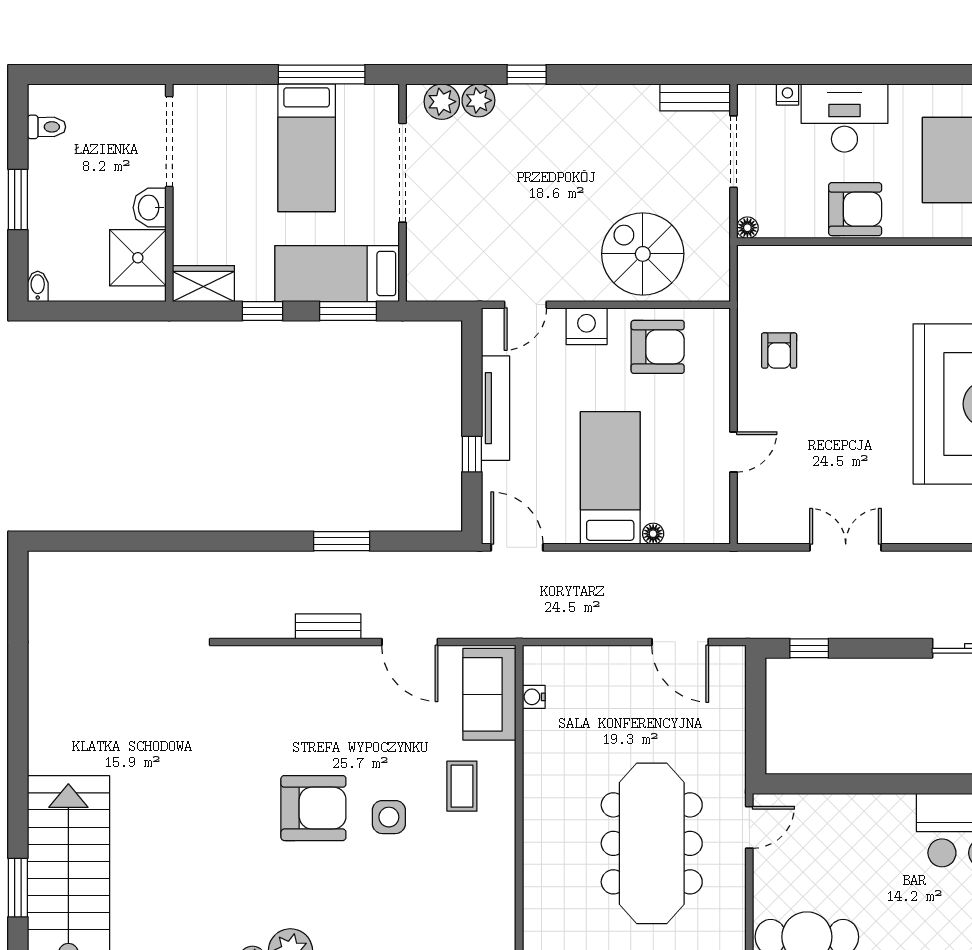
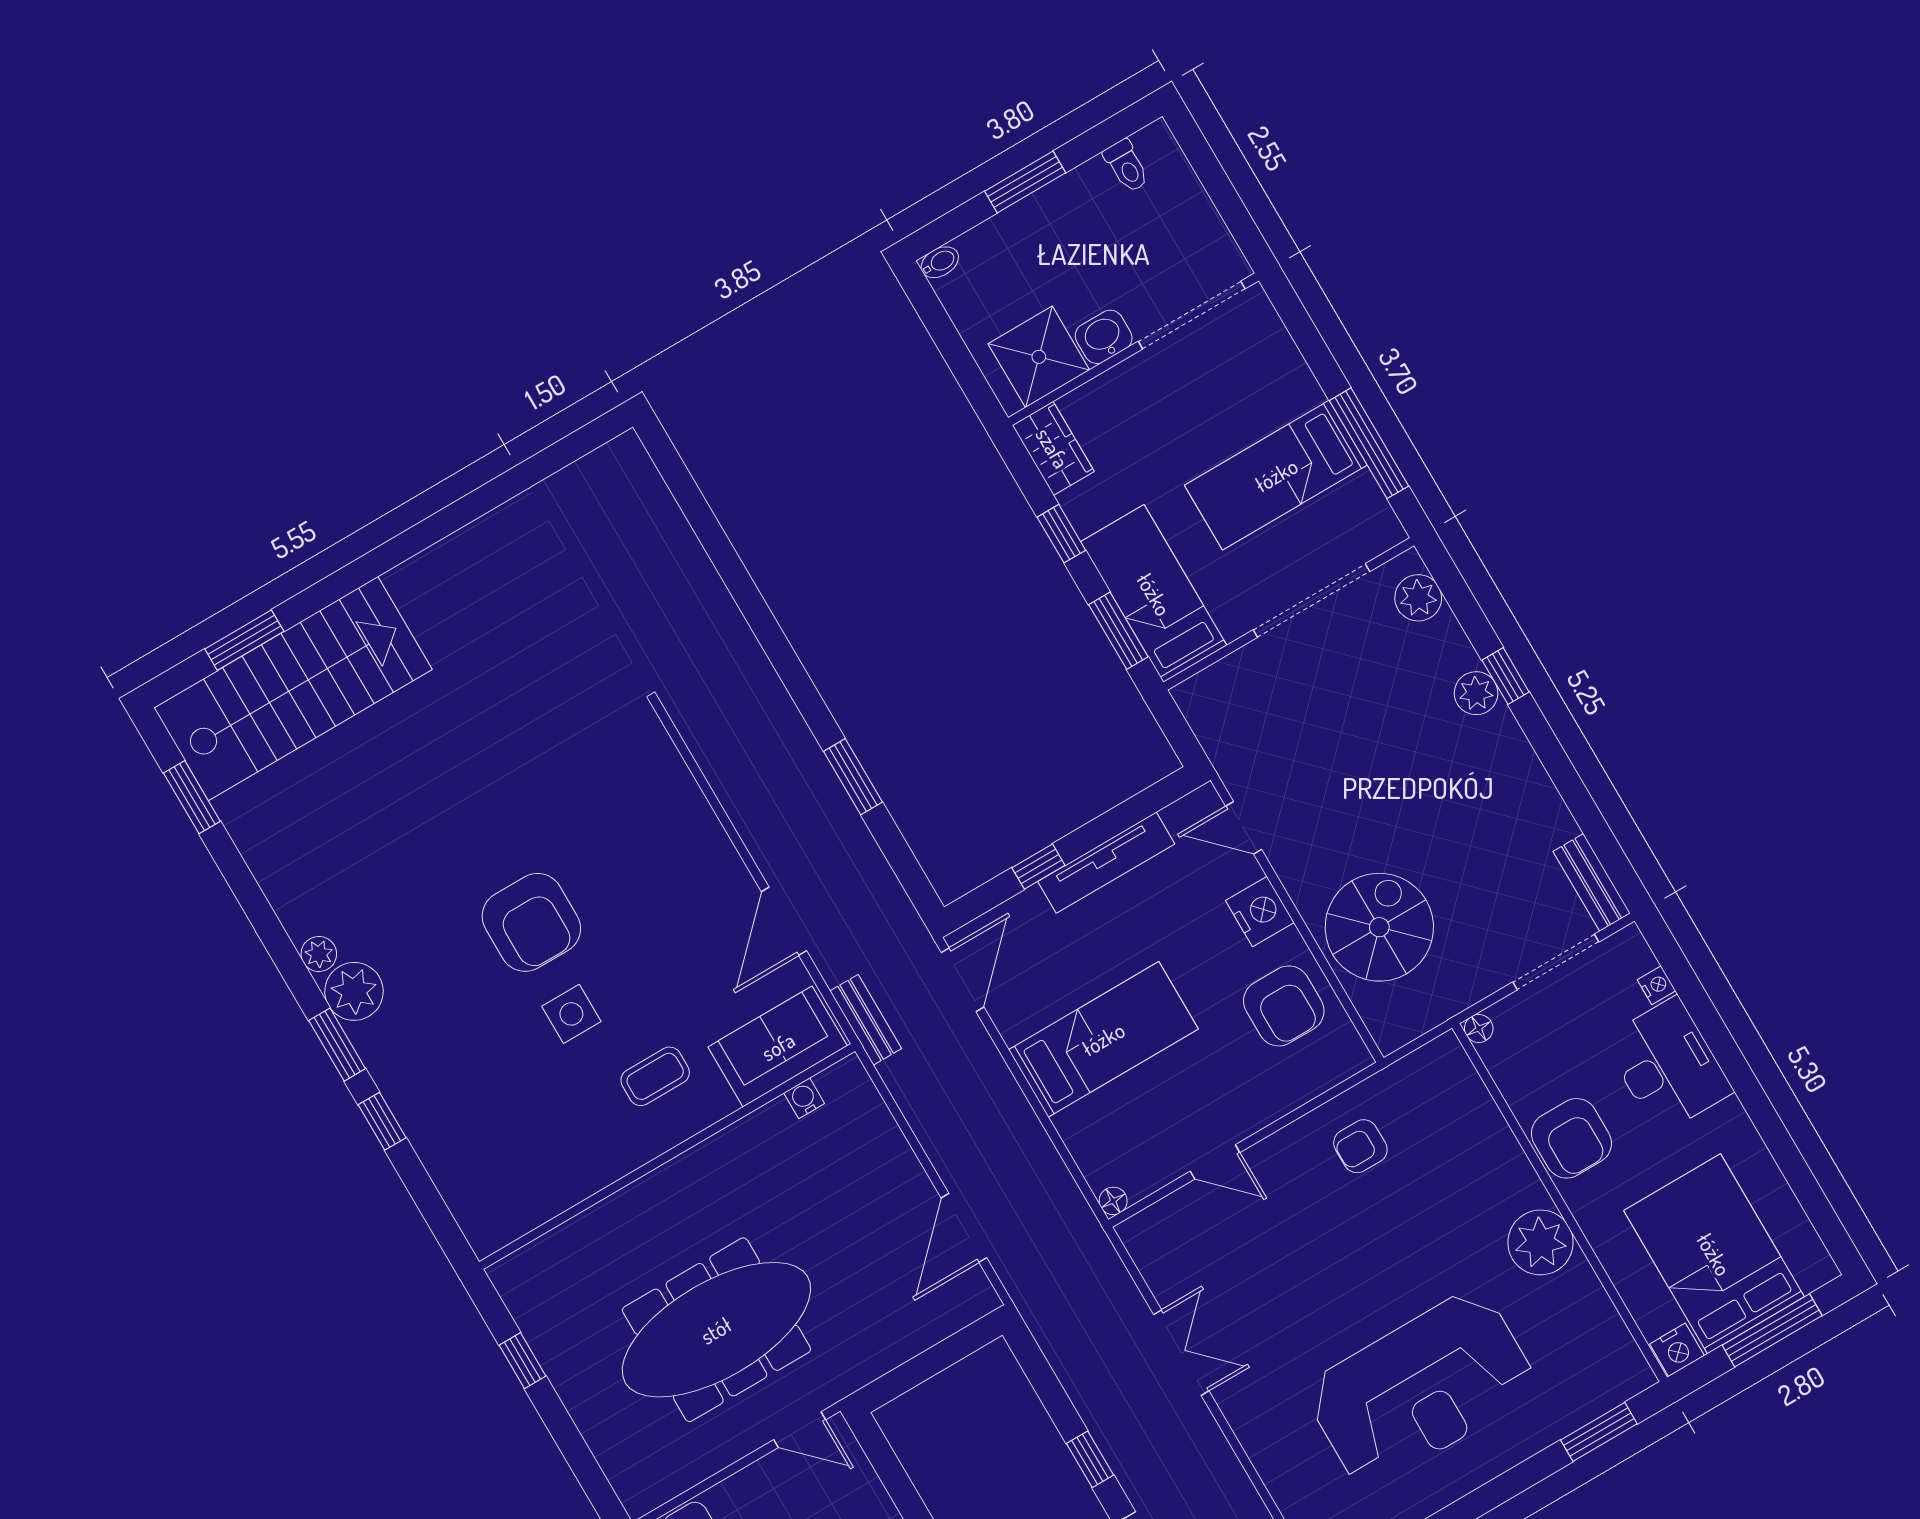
plant: (478, 100) -> (1476, 693), moved
plant: (911, 269) -> (1541, 1242), added
floor lamp: (653, 534) -> (1113, 1201), moved
bench: (328, 626) -> (866, 1020), moved
window: (809, 648) -> (1090, 1459), moved

